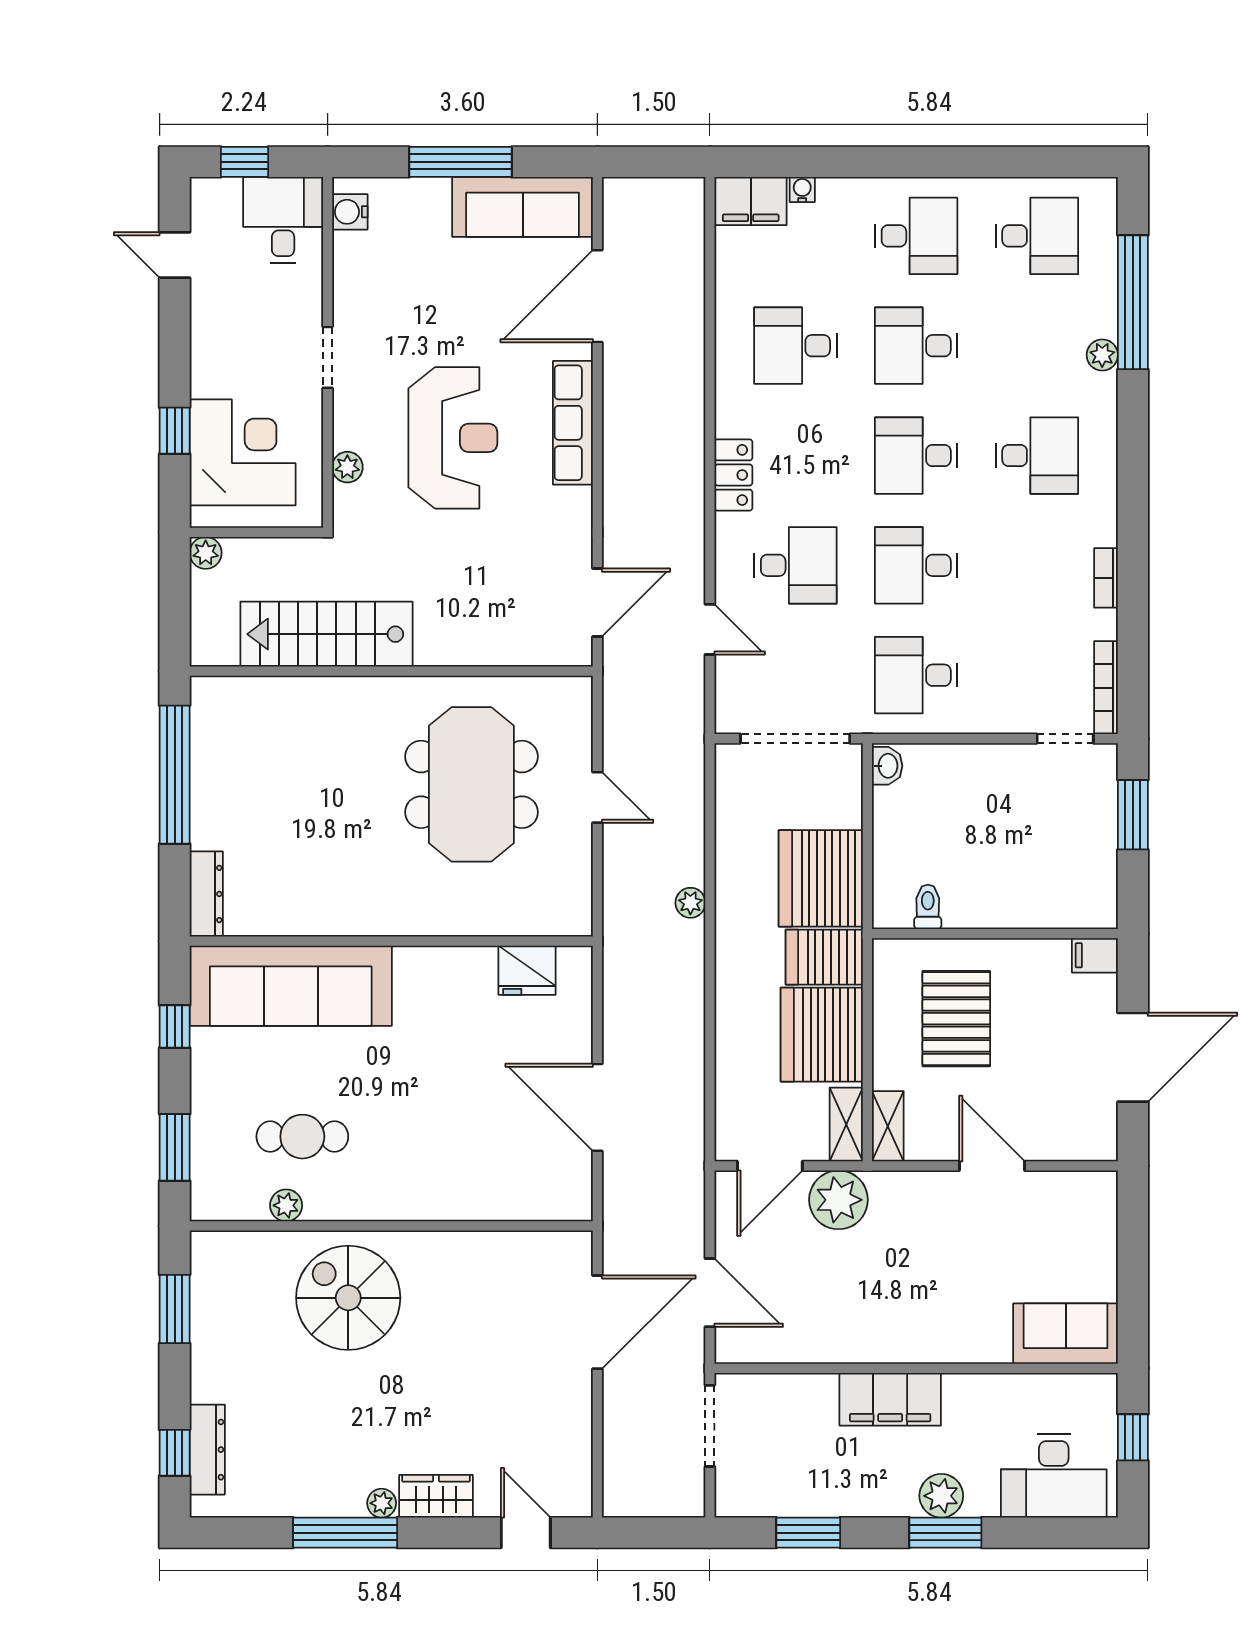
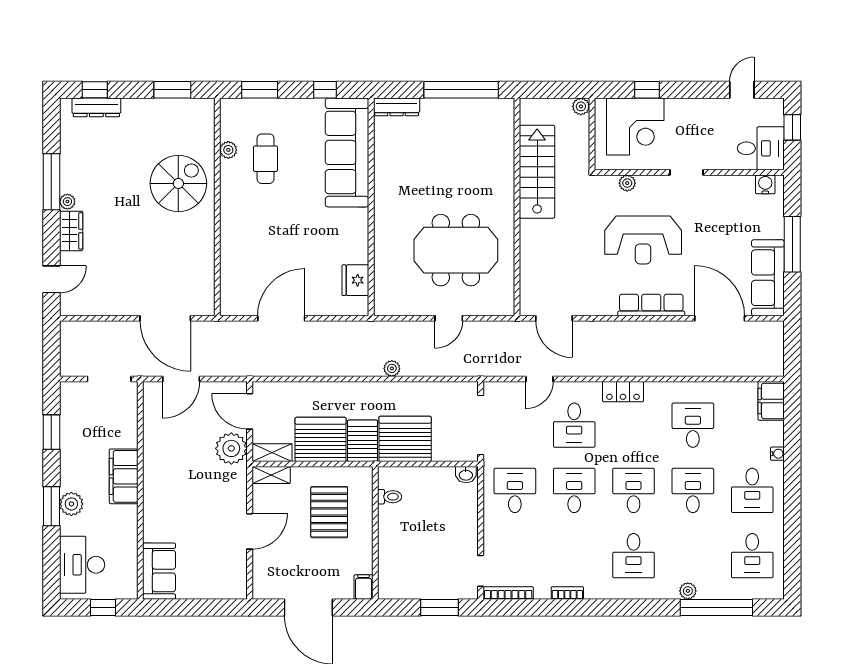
water cooler: (802, 189) -> (777, 454), moved
pallet: (956, 1019) -> (329, 512), turned 90

